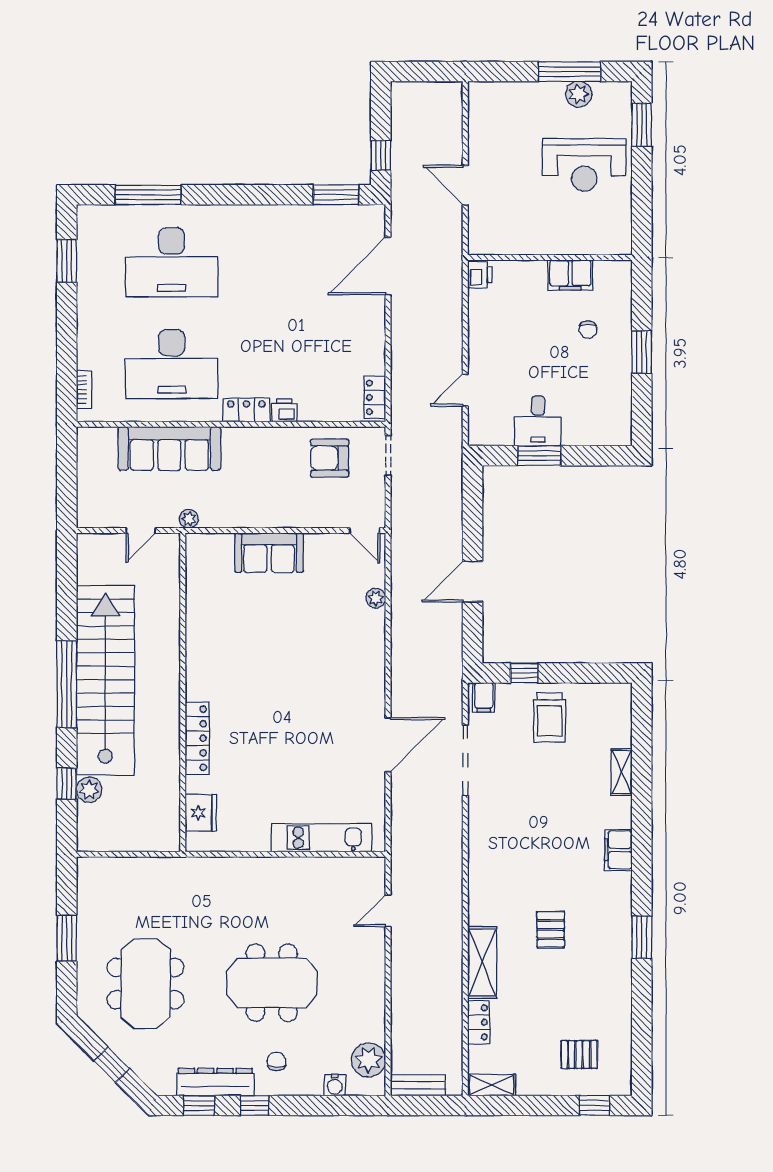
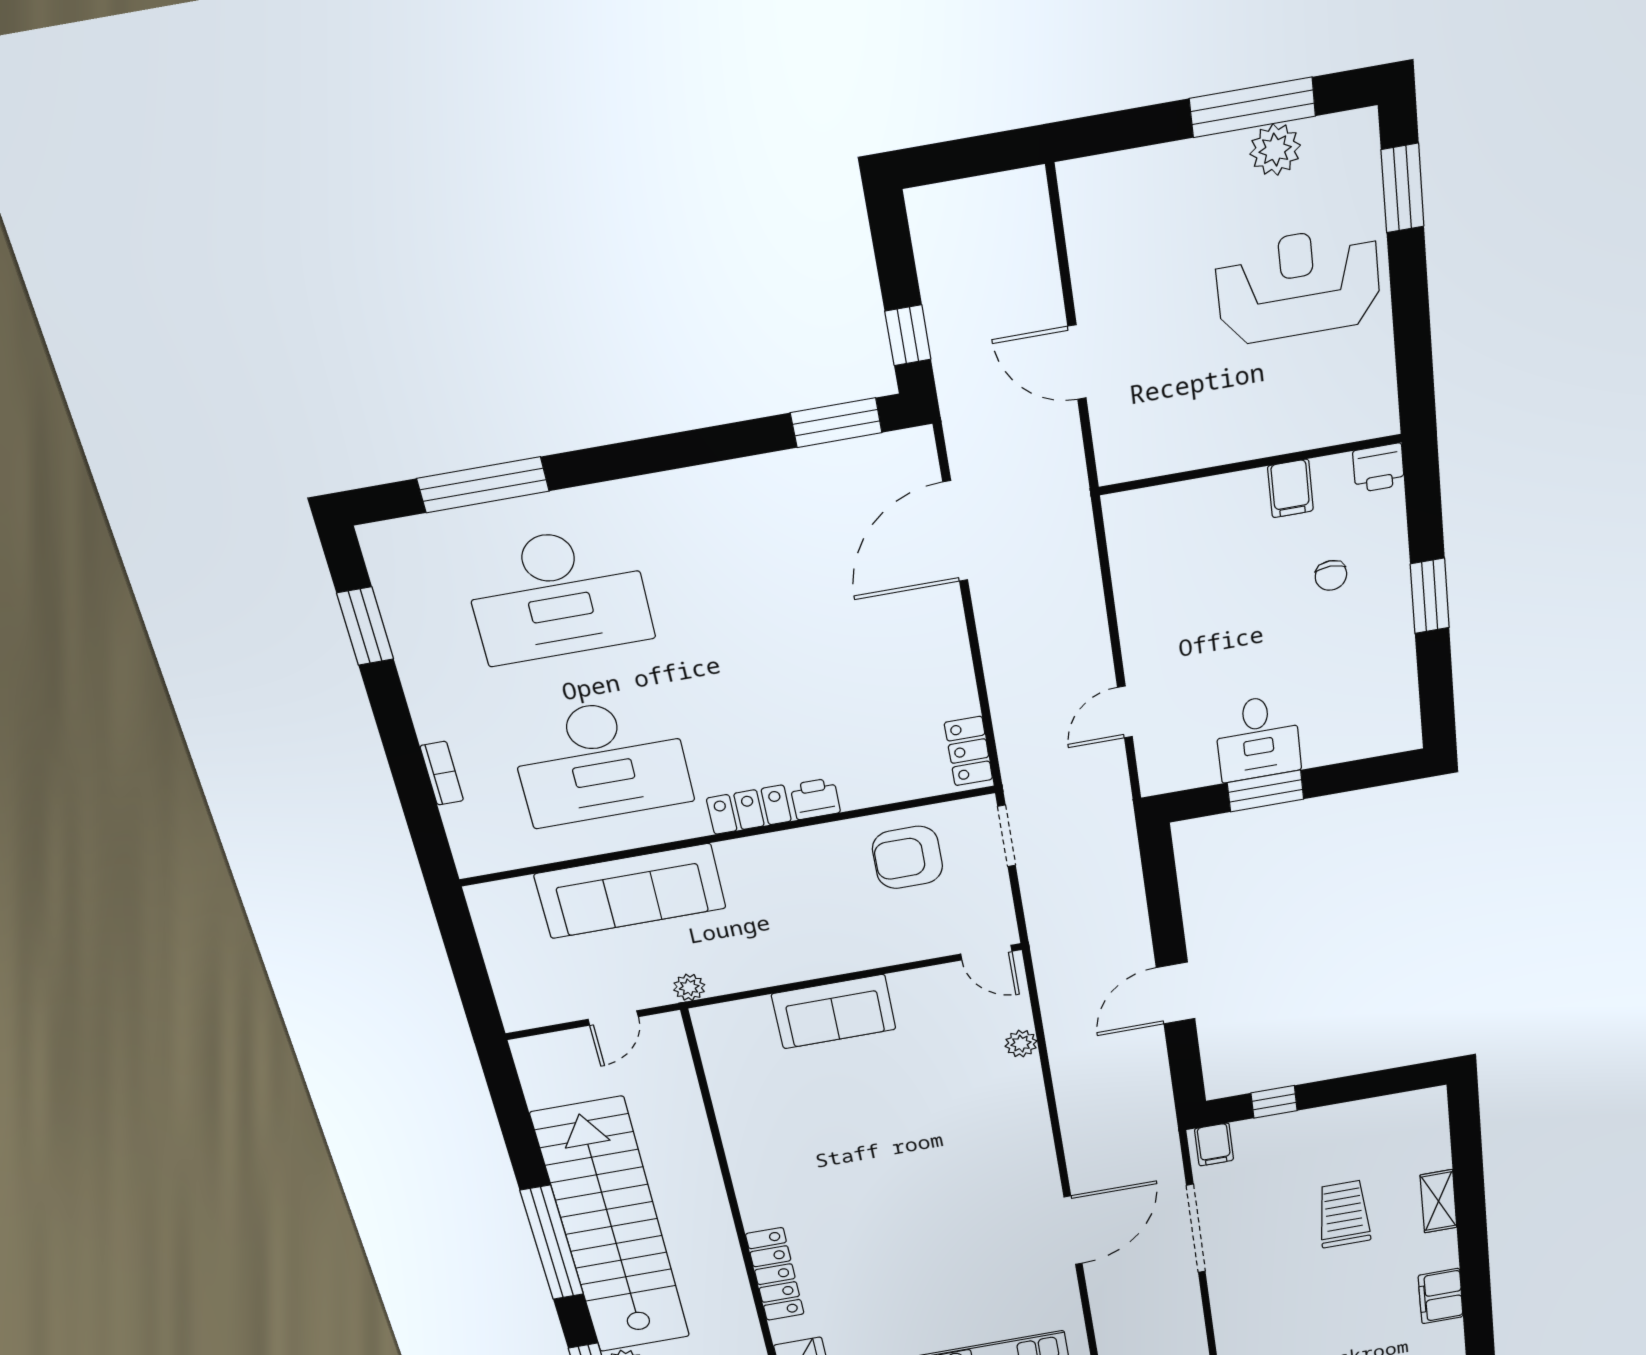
reception desk: (584, 165) -> (1298, 285), turned 180
printer: (480, 275) -> (1379, 468), moved, turned 90
filing cabinet: (570, 275) -> (1290, 488), width x0.50
bookcase: (84, 390) -> (442, 773), moved
trolley: (550, 717) -> (1344, 1214), moved, turned 180

